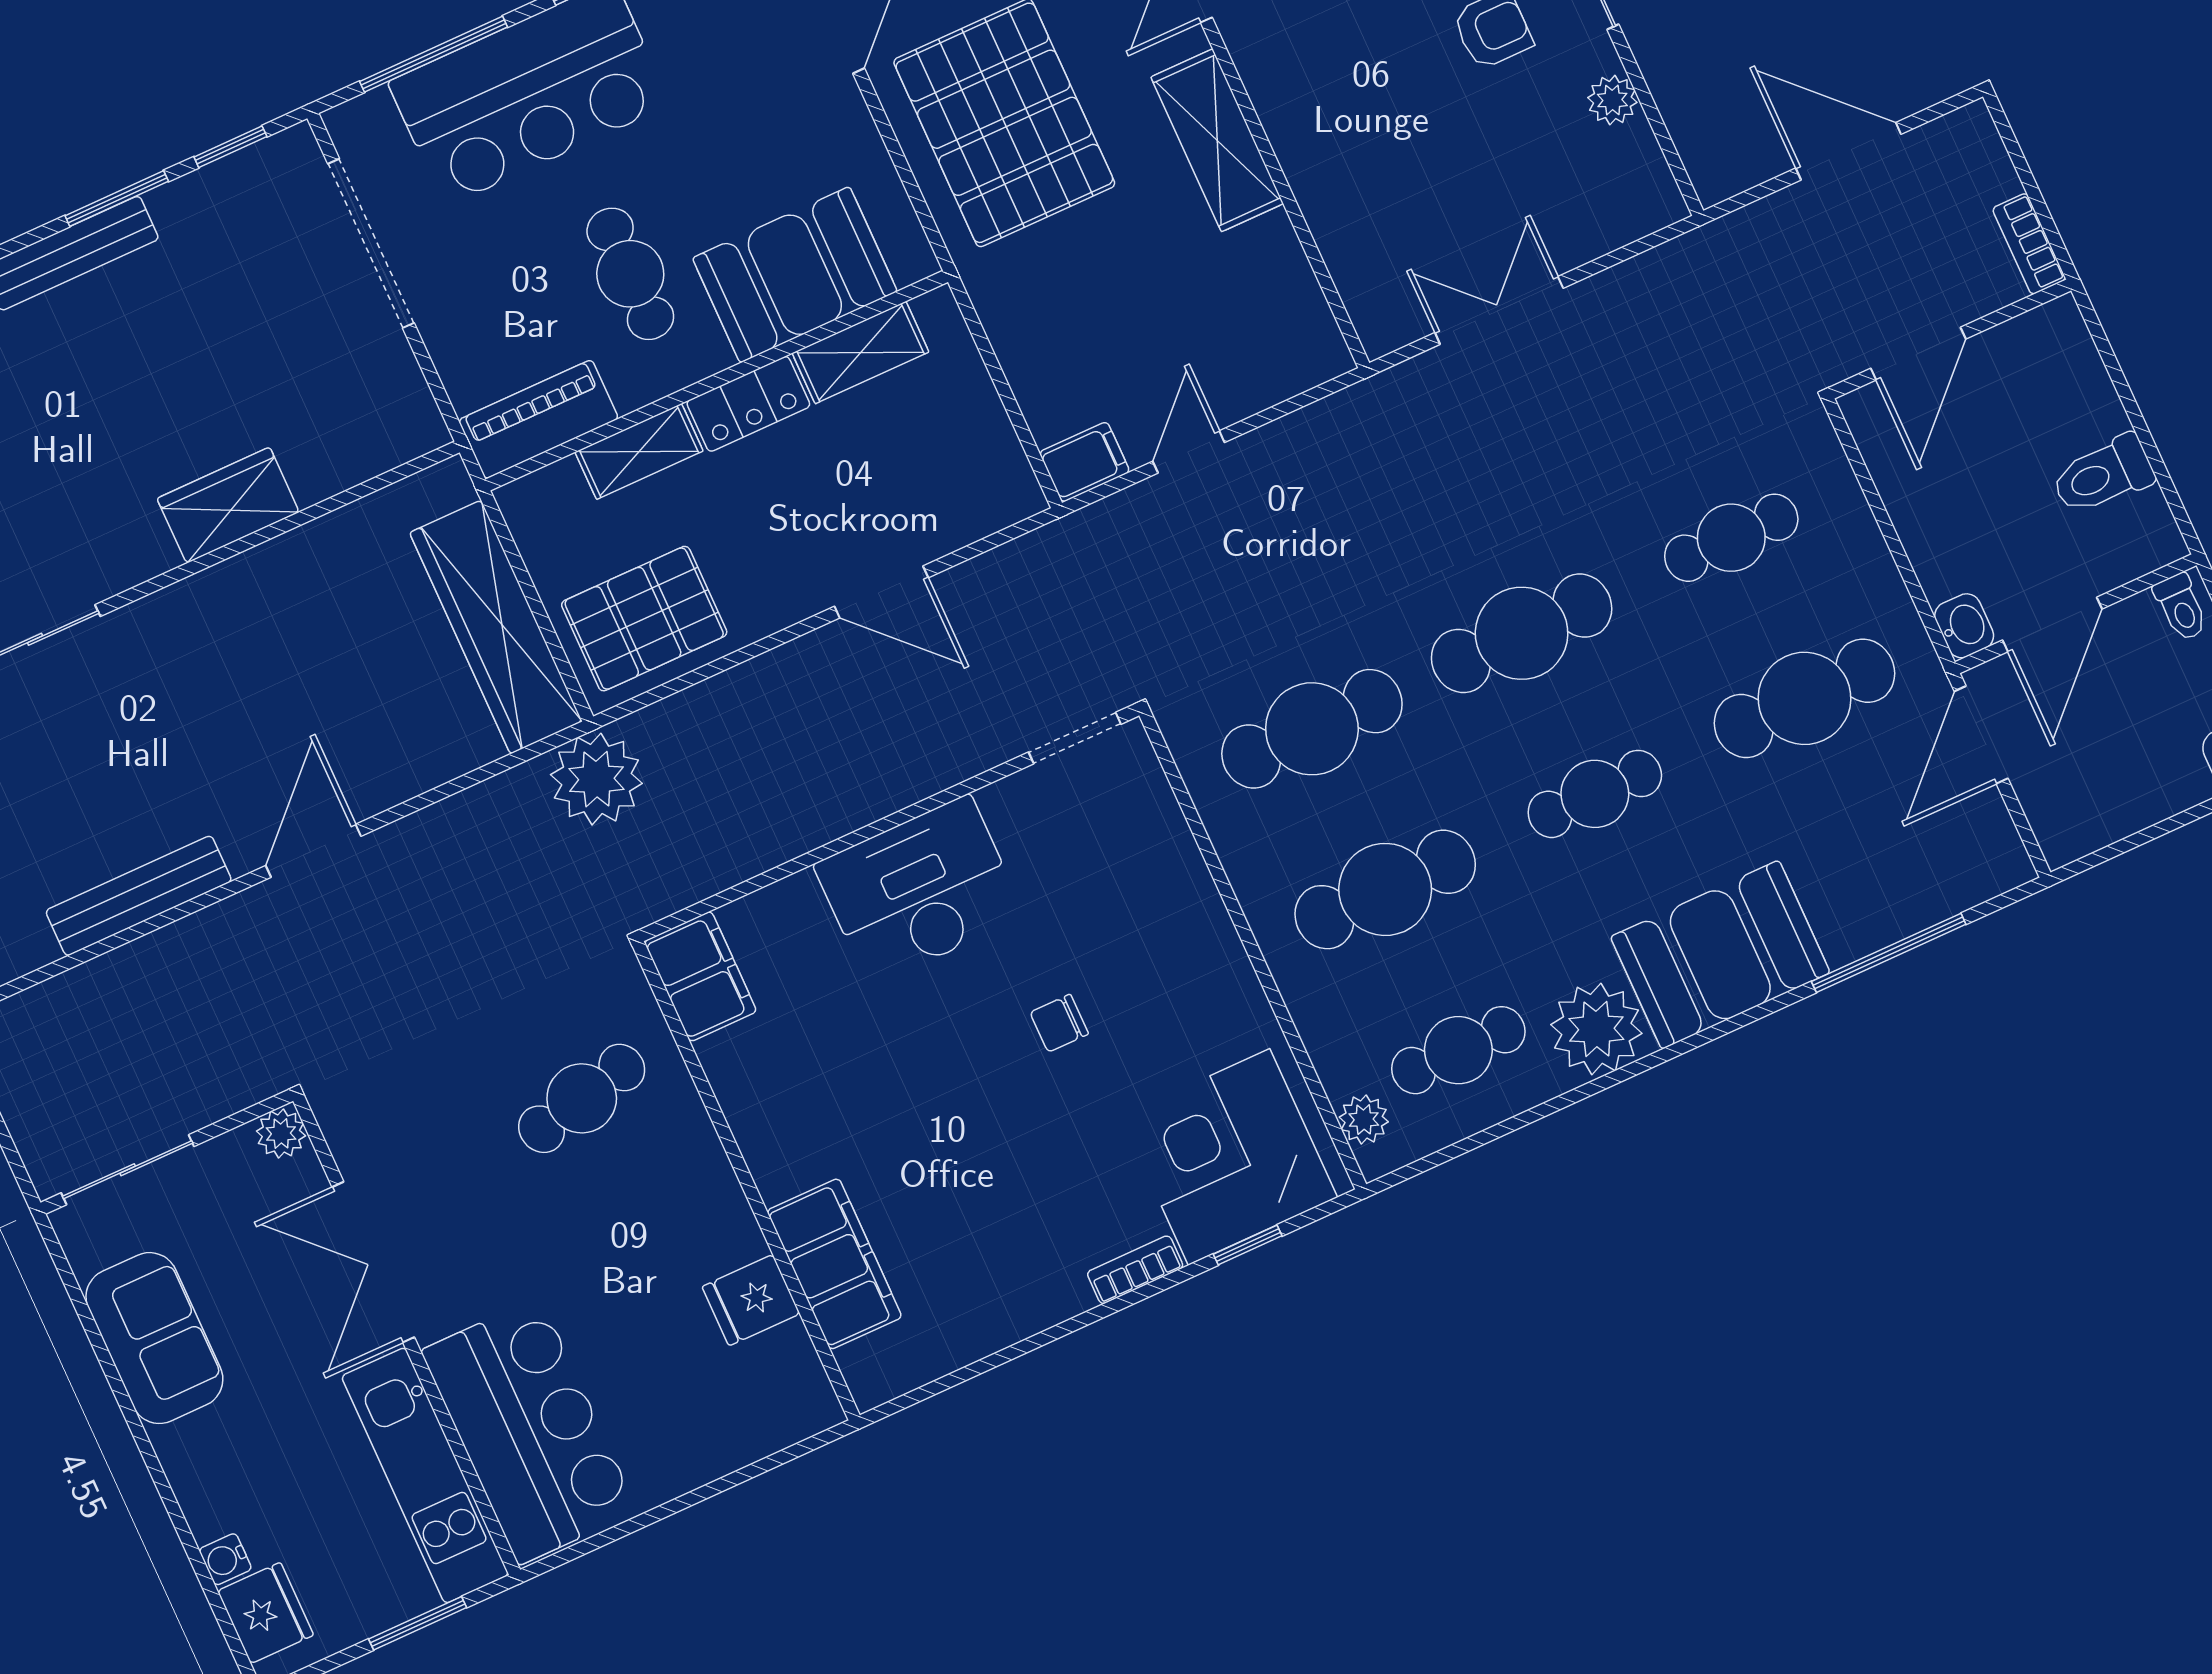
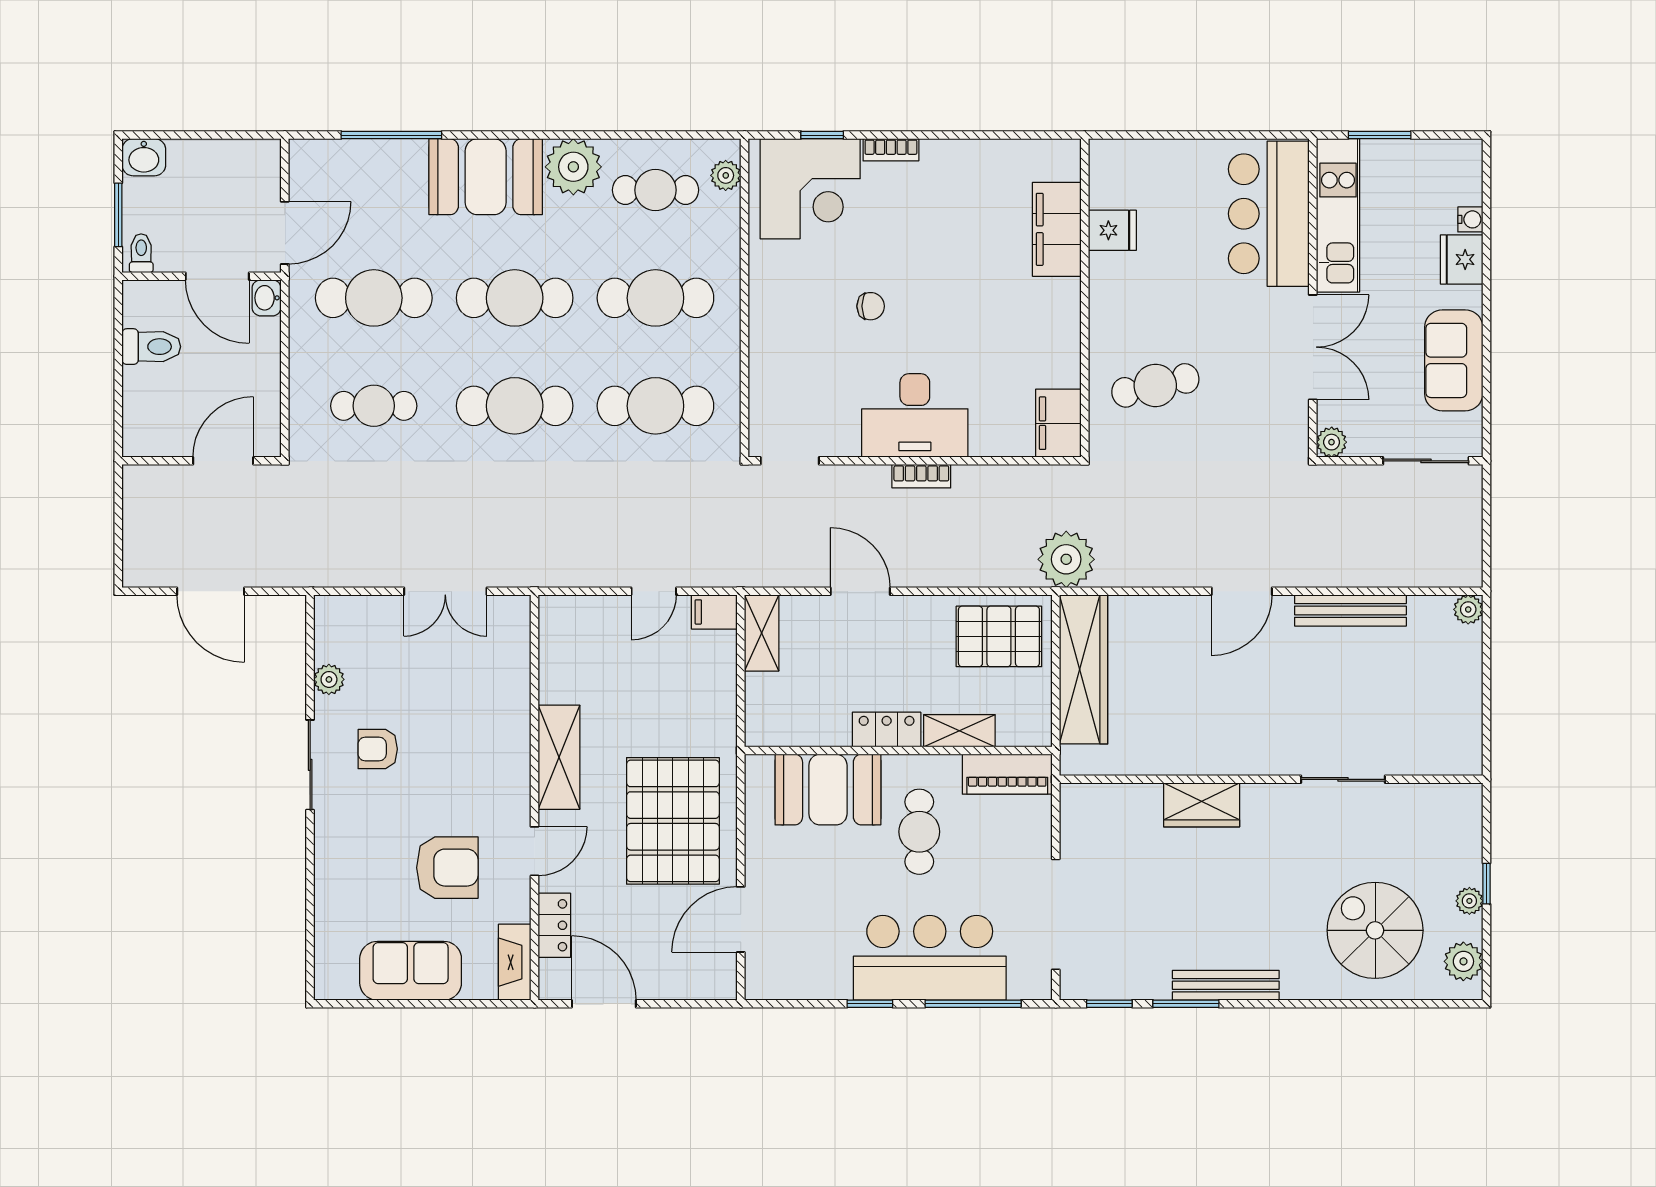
bookcase: (2029, 244) -> (921, 476), moved, turned 90
shelving: (860, 353) -> (762, 633), moved, turned 90
door: (2052, 625) -> (217, 276), swing flipped
cafe table: (1595, 794) -> (515, 298), width x1.37, depth x1.35
fridge: (265, 1613) -> (1462, 259), moved

